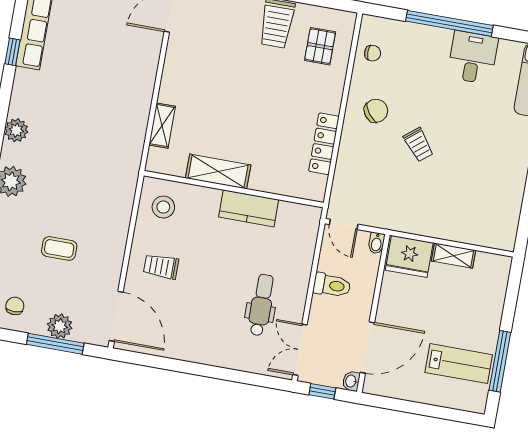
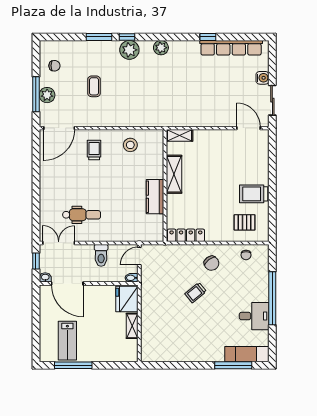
shelving: (218, 172) -> (174, 174), moved
wall: (234, 189) -> (165, 186), moved
kitchen counter: (249, 208) -> (155, 197), moved

